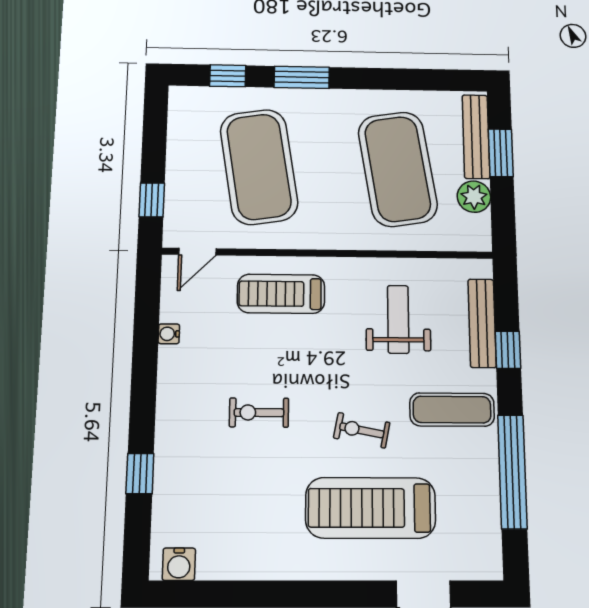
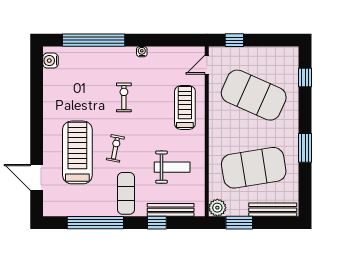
window: (302, 77) -> (305, 148), moved
window: (501, 153) -> (239, 223), moved
exercise mat: (259, 167) -> (254, 95), turned 33
plant: (474, 197) -> (217, 208), moved
door: (197, 252) -> (207, 65), hinge flipped
water cooler: (169, 334) -> (142, 52), moved
window: (140, 474) -> (94, 40), width x3.17

